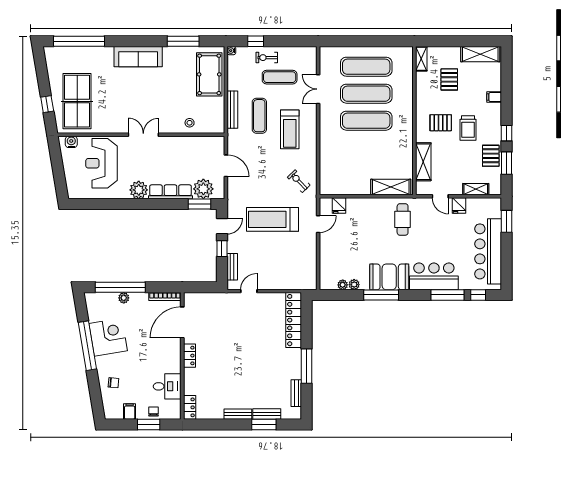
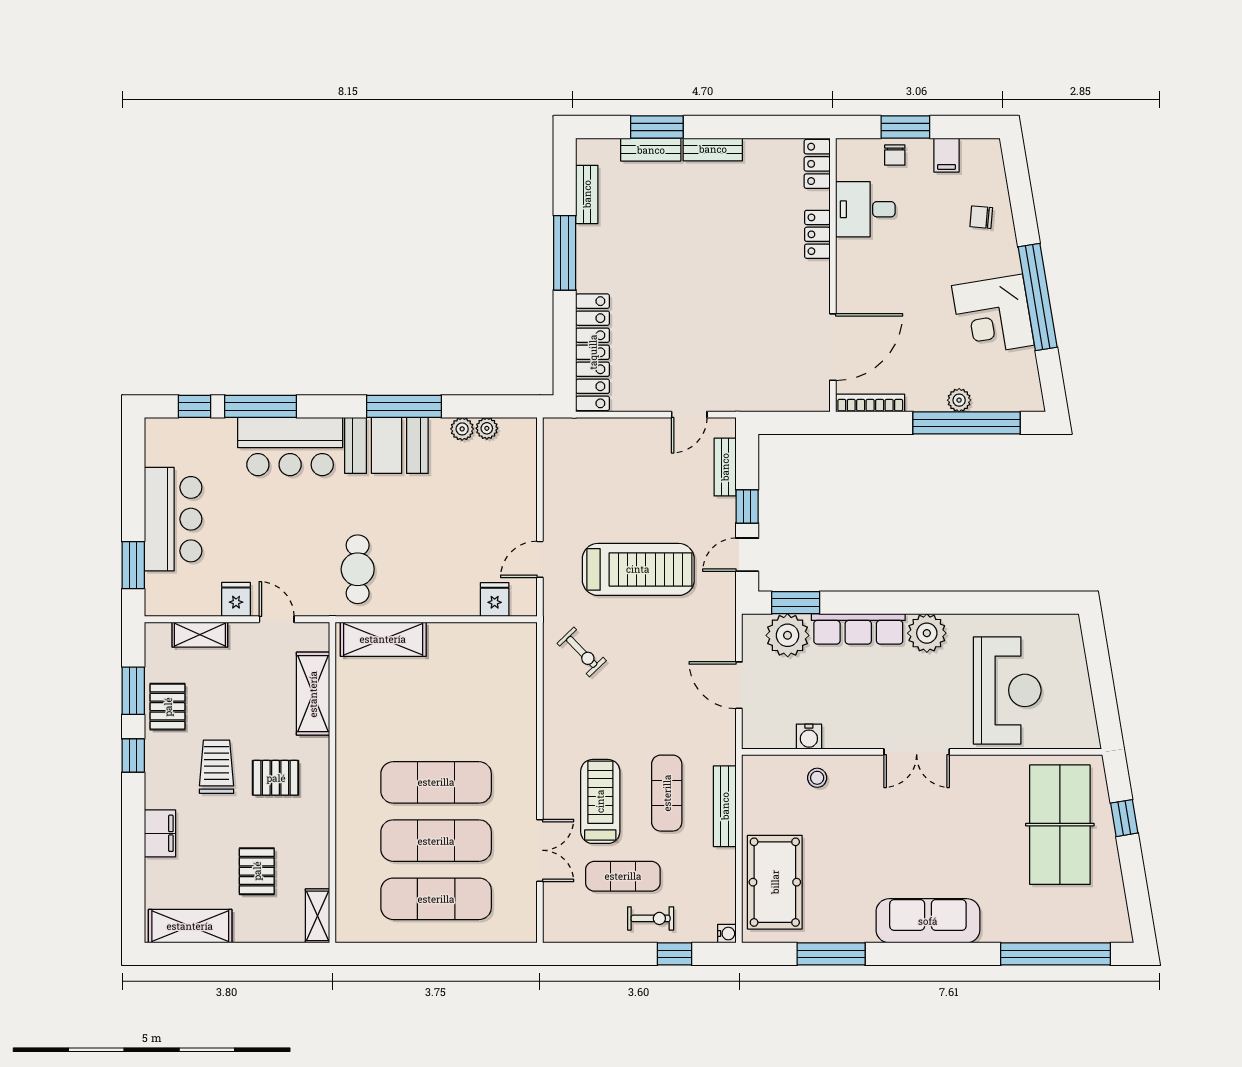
filing cabinet: (494, 97) -> (160, 833), width x2.00
treadmill: (290, 129) -> (600, 801), moved
water cooler: (71, 142) -> (809, 737), moved
bar counter: (488, 251) -> (173, 519), width x0.73
locker: (189, 356) -> (817, 234), moved

